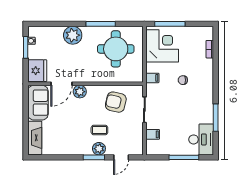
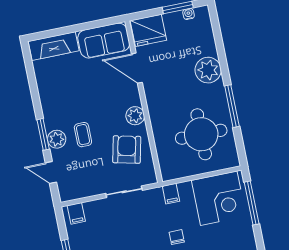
plant: (80, 92) -> (135, 116), moved
filing cabinet: (153, 134) -> (76, 213), moved

